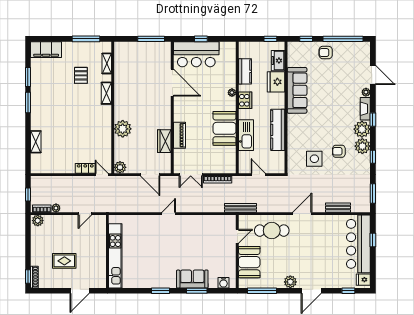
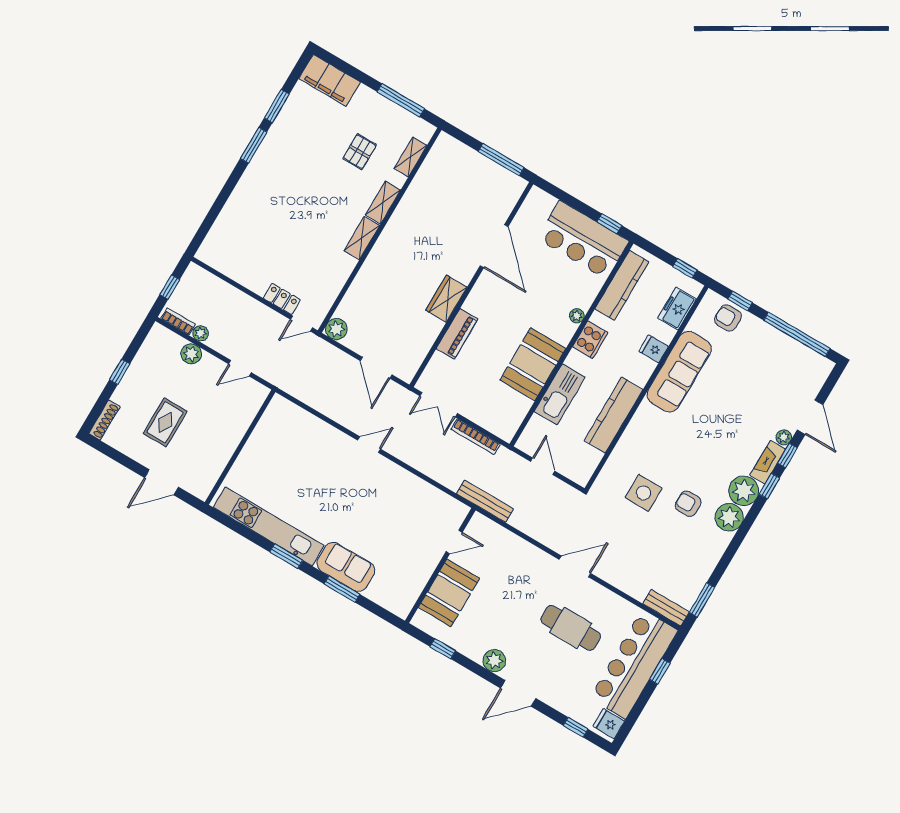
window: (201, 39) -> (609, 224), moved
armchair: (326, 53) -> (728, 318), moved
bar counter: (196, 54) -> (583, 240), moved
kitchen counter: (245, 71) -> (622, 285), width x1.50
fridge: (276, 82) -> (654, 349), width x0.53, depth x0.75
plant: (123, 129) -> (376, 272), removed
wardrobe: (164, 141) -> (446, 299), moved
shelving: (36, 142) -> (362, 238), moved
window: (373, 157) -> (787, 456), moved
door: (102, 175) -> (301, 324), swing flipped
bench: (338, 208) -> (666, 608), moved
plant: (38, 221) -> (191, 354), moved
cafe table: (272, 231) -> (571, 628), moved
kitchen unit: (115, 256) -> (269, 526), moved, turned -90
rug: (64, 261) -> (165, 422), turned 90
window: (28, 276) -> (120, 372), moved
water cooler: (223, 283) -> (391, 601), removed
window: (262, 291) -> (443, 649), width x0.46

